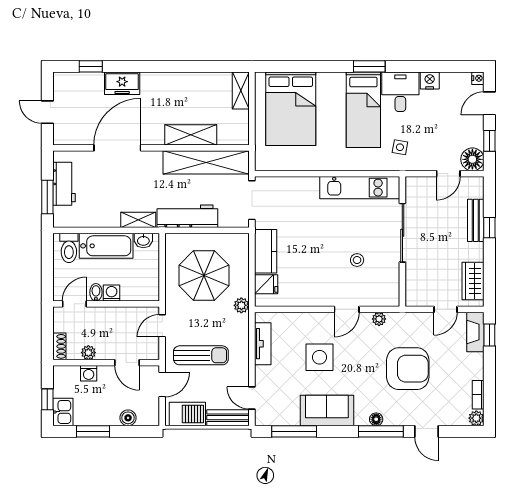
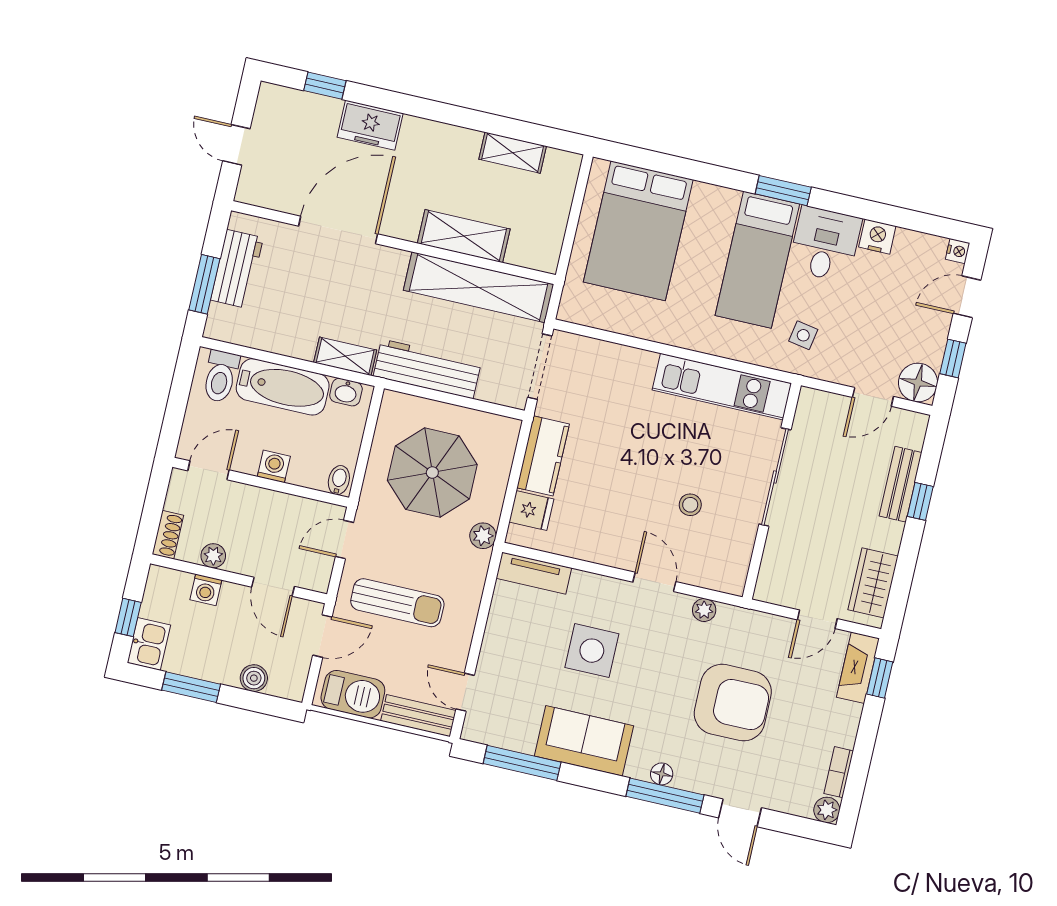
shelving: (241, 90) -> (513, 153), moved, turned 90
bidet: (96, 292) -> (339, 480), moved
door: (347, 309) -> (654, 582), swing flipped
tv unit: (263, 344) -> (534, 573), moved, turned 90

